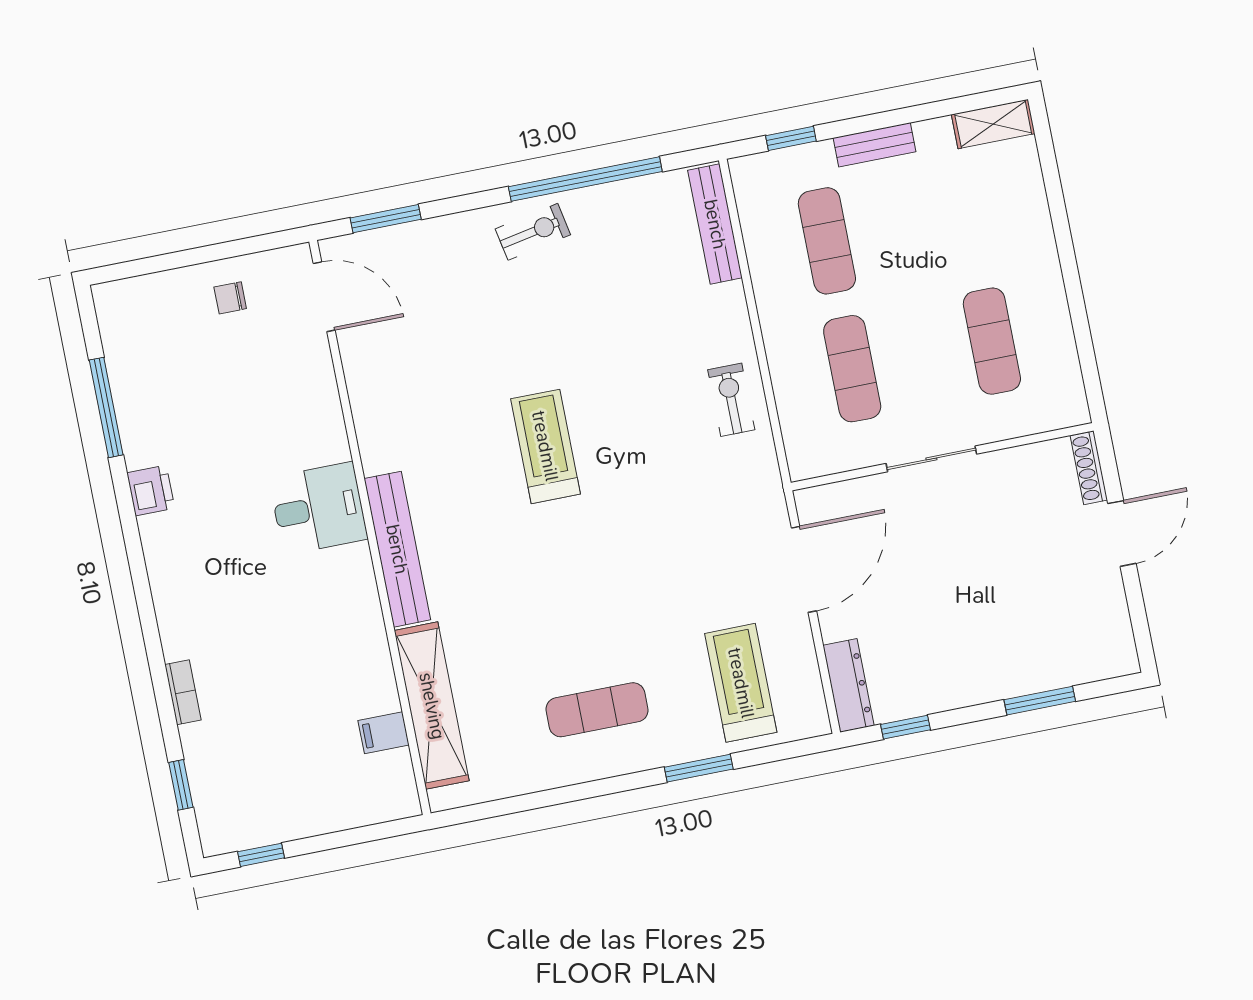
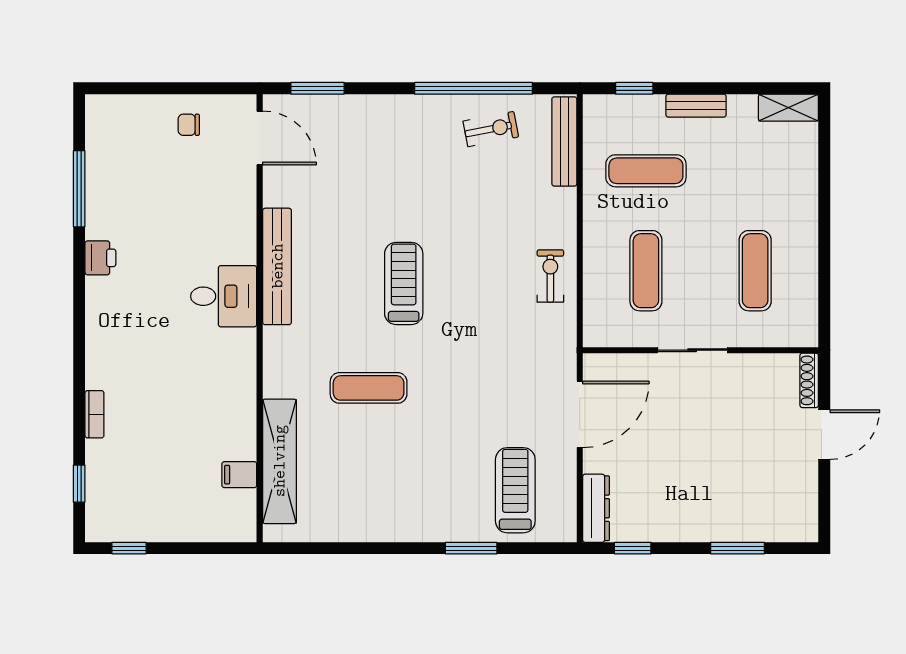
exercise bike: (533, 232) -> (491, 129), moved
exercise mat: (827, 241) -> (646, 171), turned 90
bench: (397, 549) -> (277, 266), moved
exercise mat: (597, 710) -> (369, 388), moved

